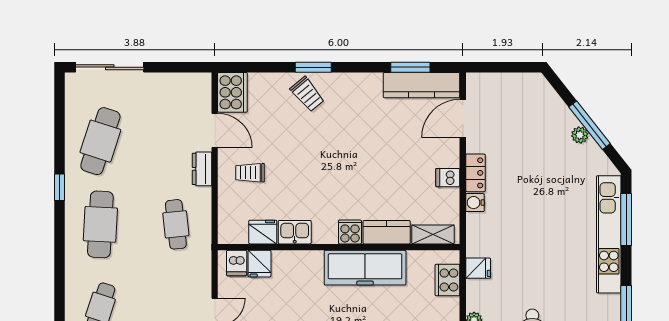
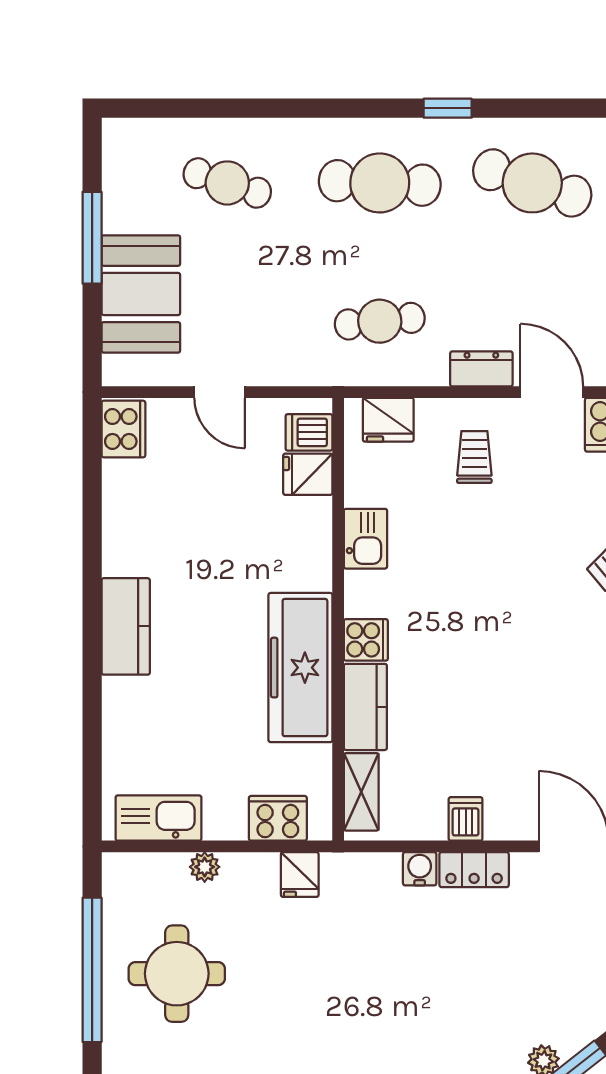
door: (215, 130) -> (552, 392), swing flipped
fridge: (263, 232) -> (388, 420), moved, turned 90

